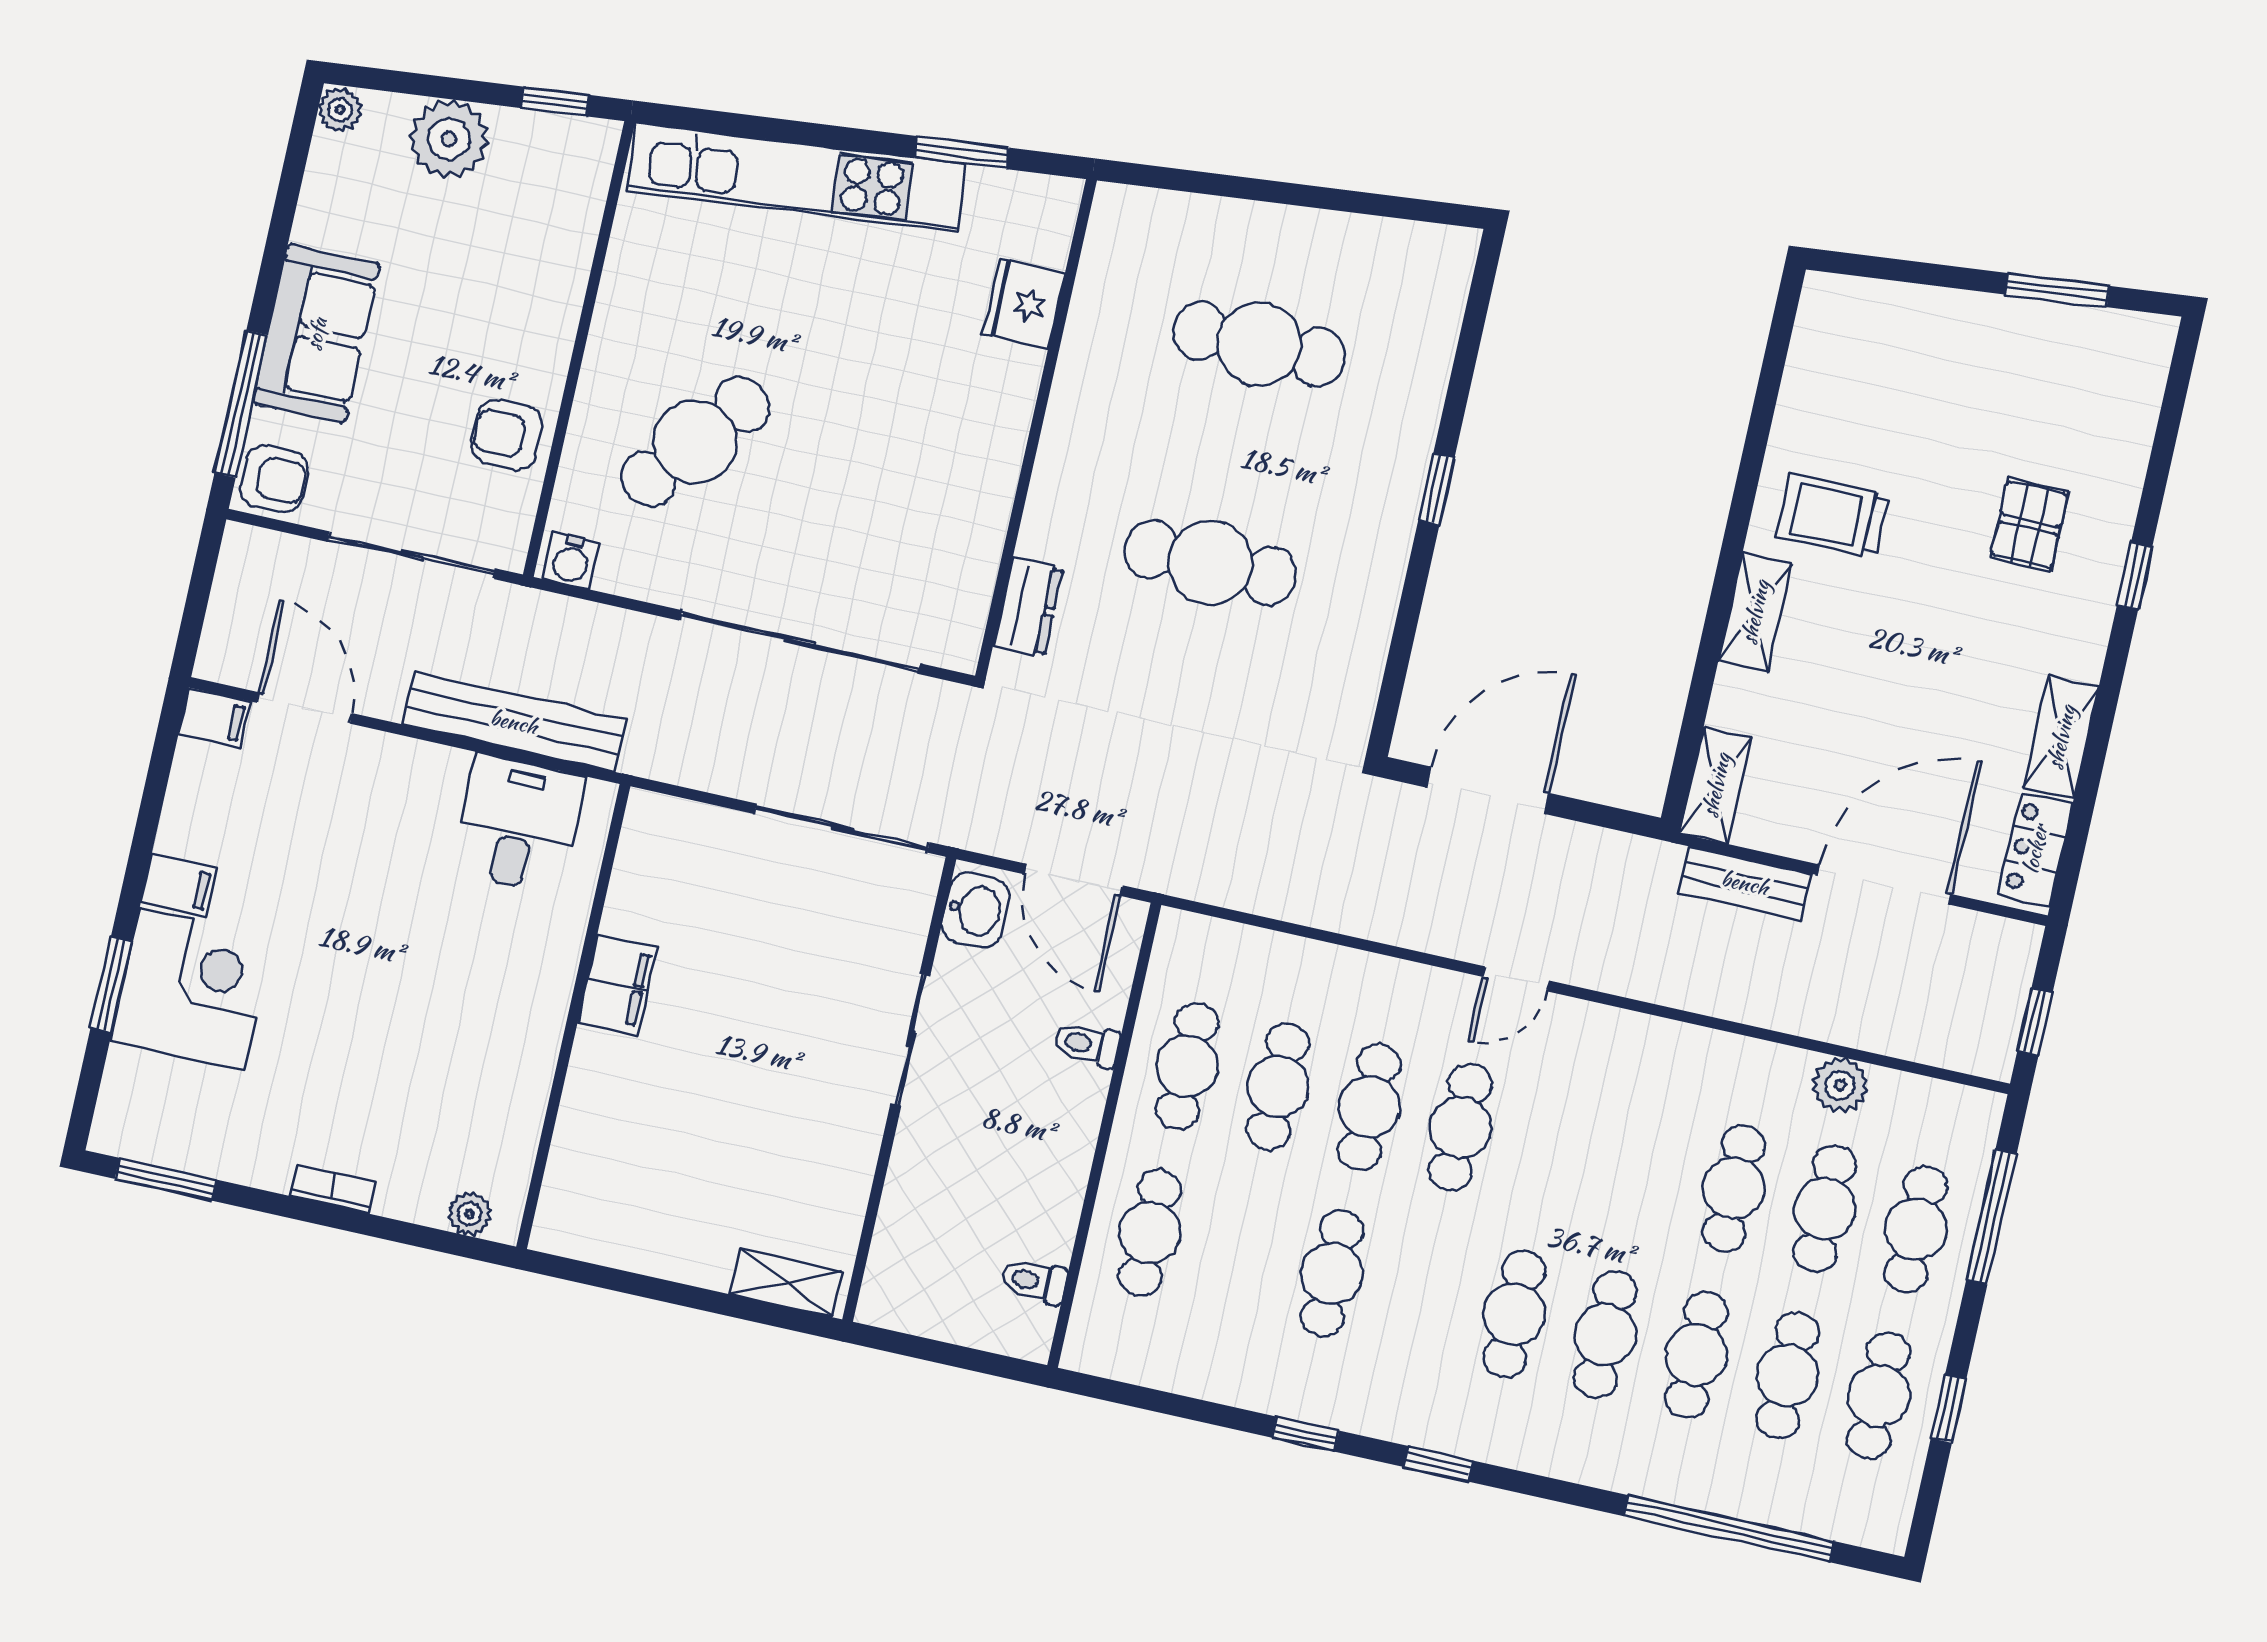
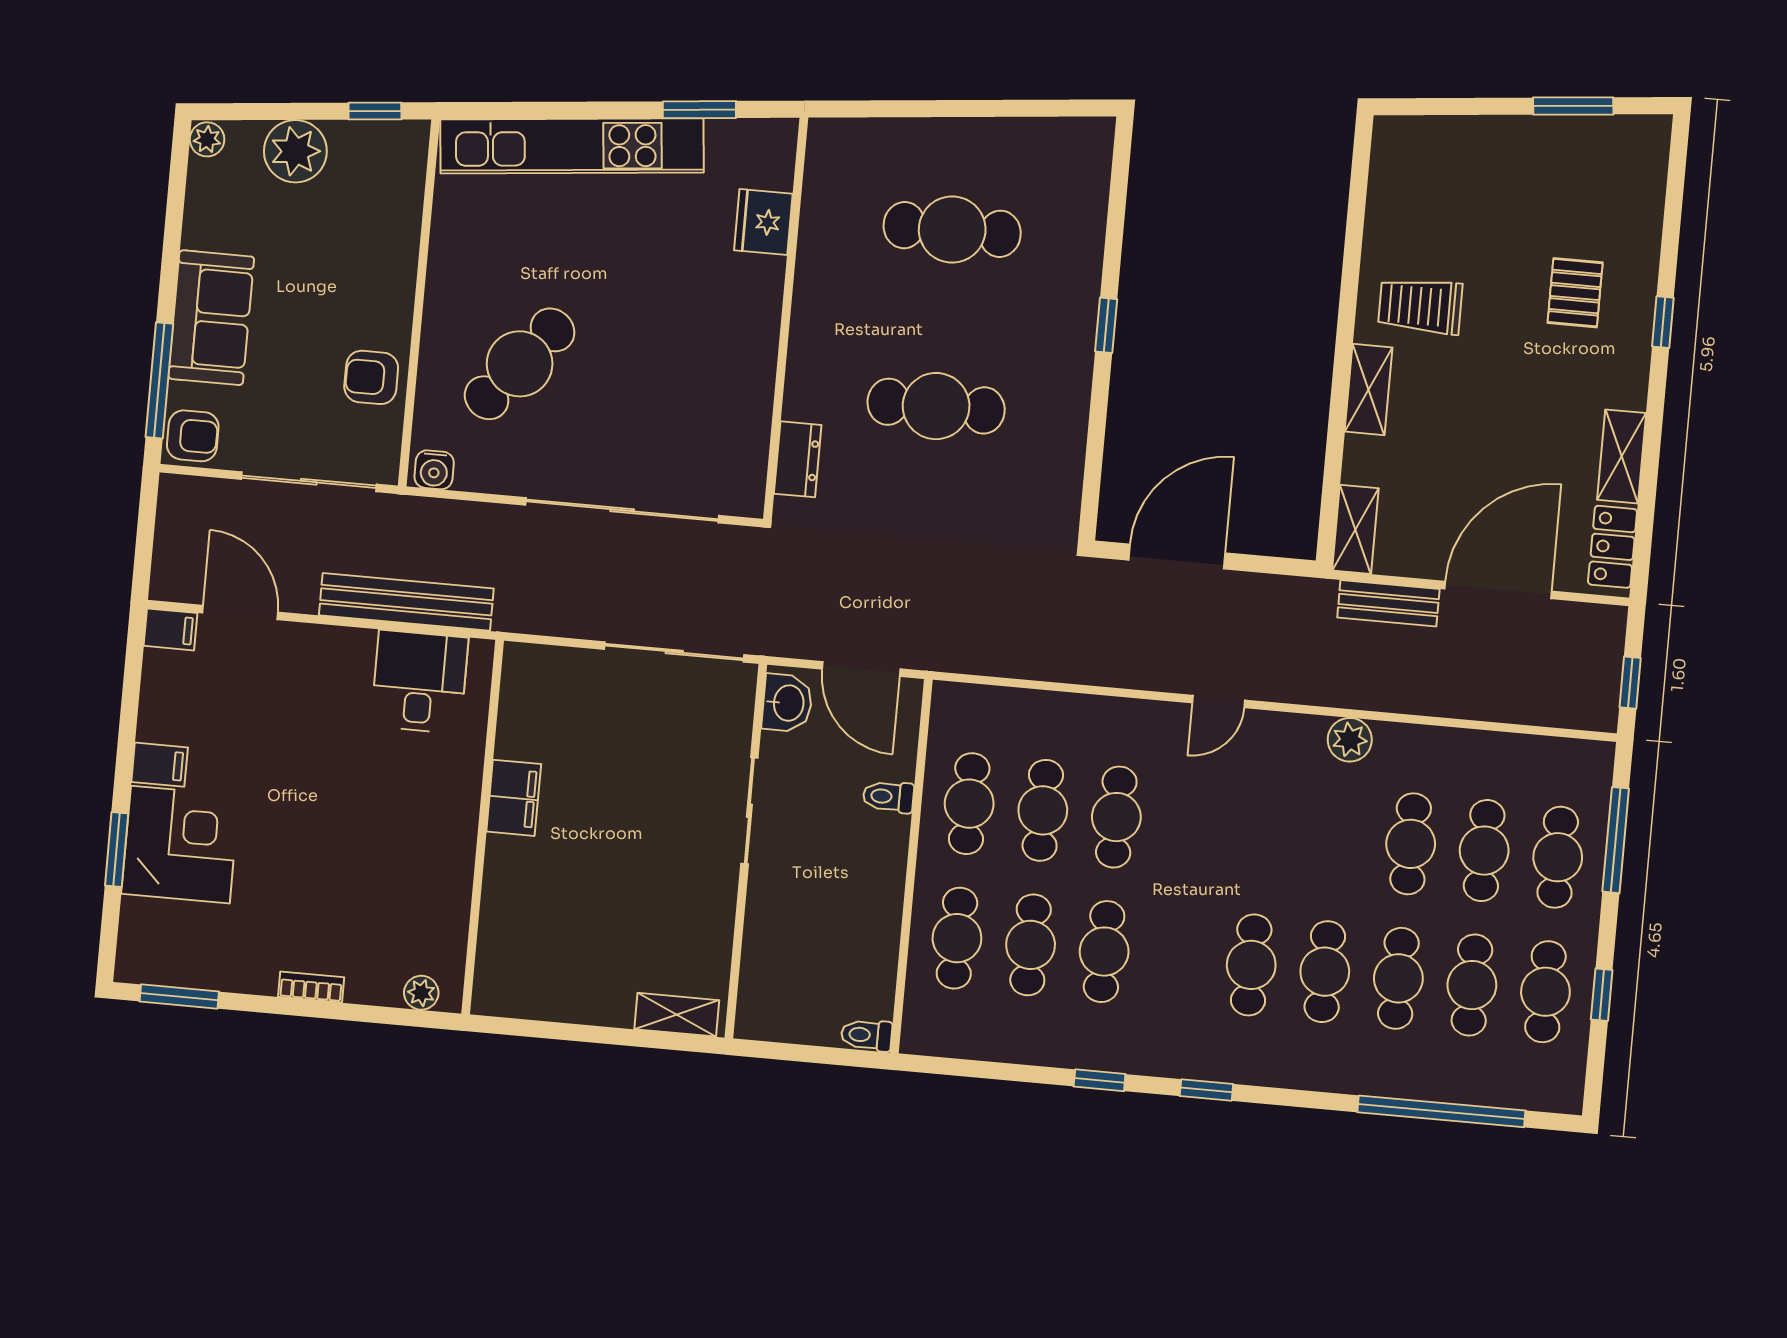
plant: (1840, 1085) -> (1350, 740), moved
cafe table: (1460, 1127) -> (1031, 945), moved
toilet: (1034, 1281) -> (867, 1035), moved

